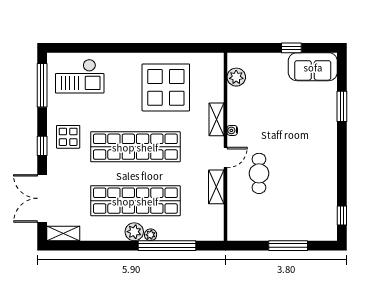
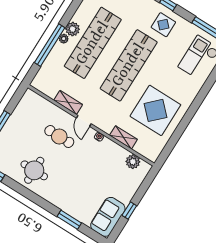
shelving: (216, 119) -> (123, 137), moved
round table: (312, 178) -> (34, 170), added

